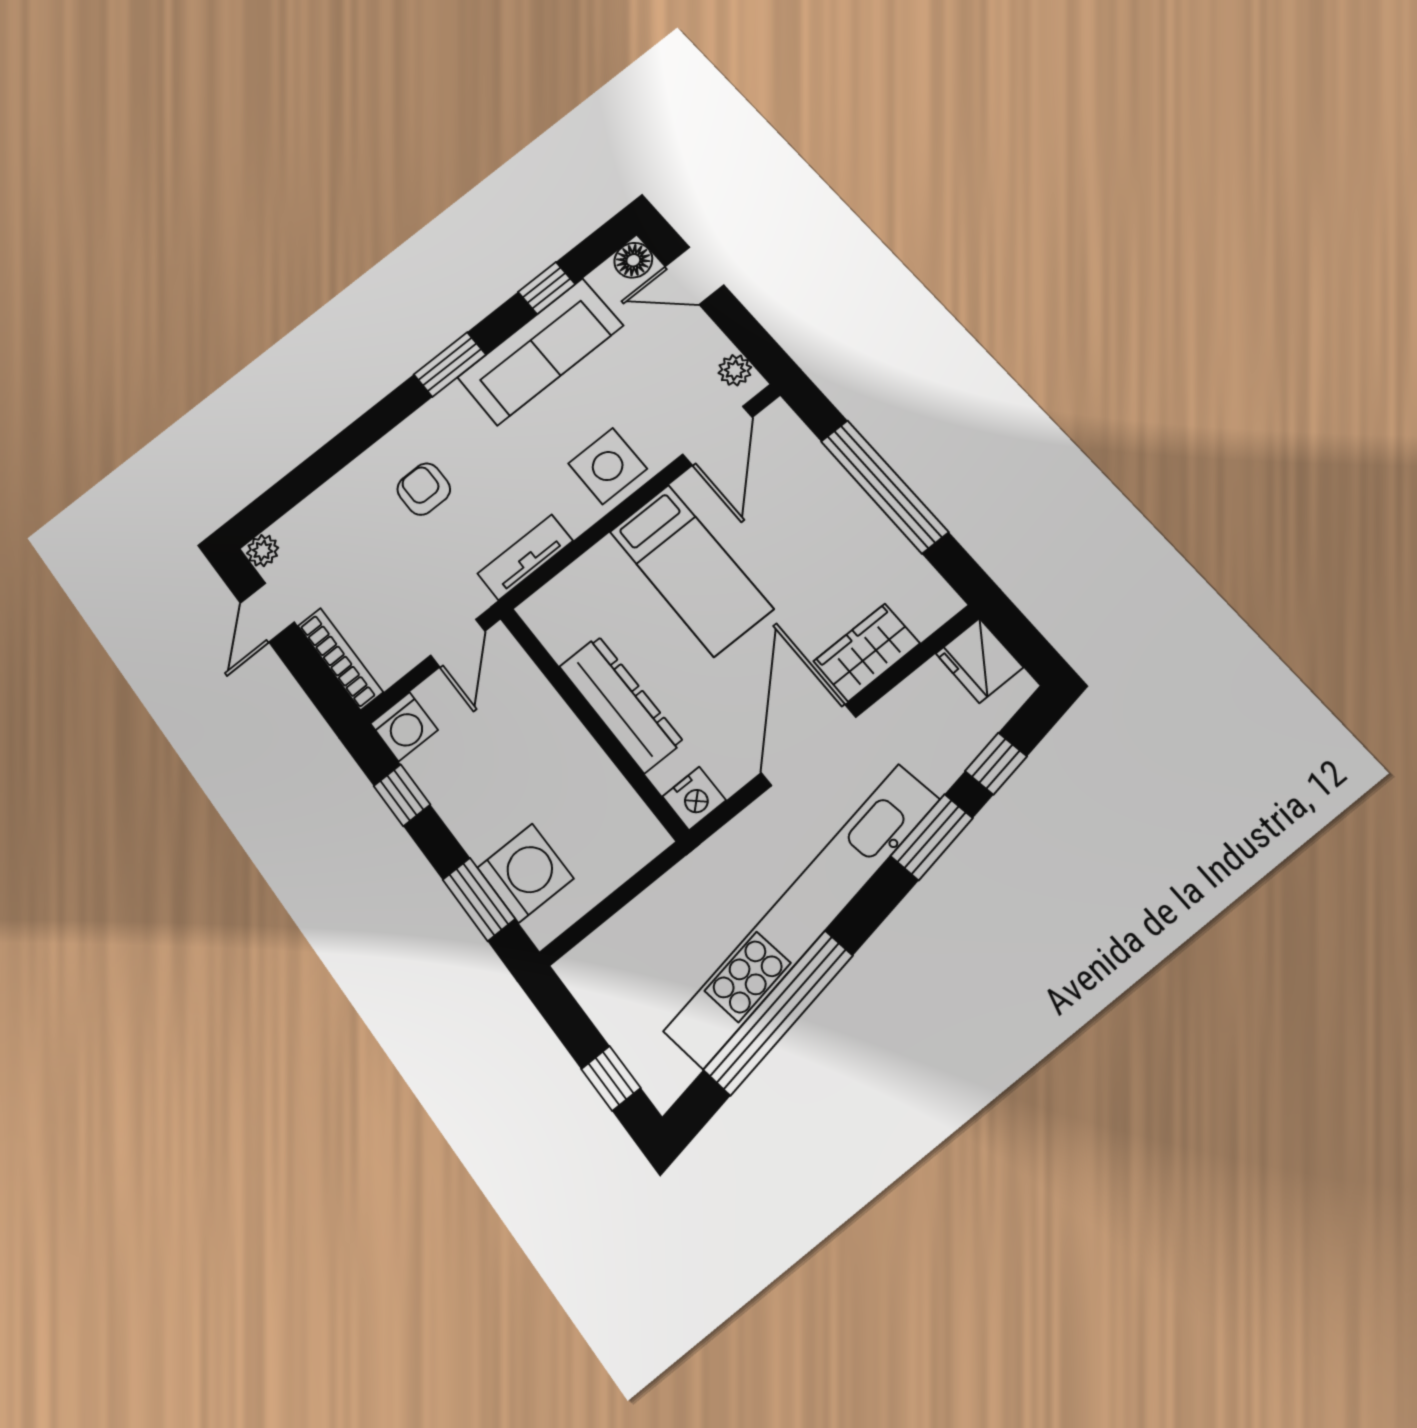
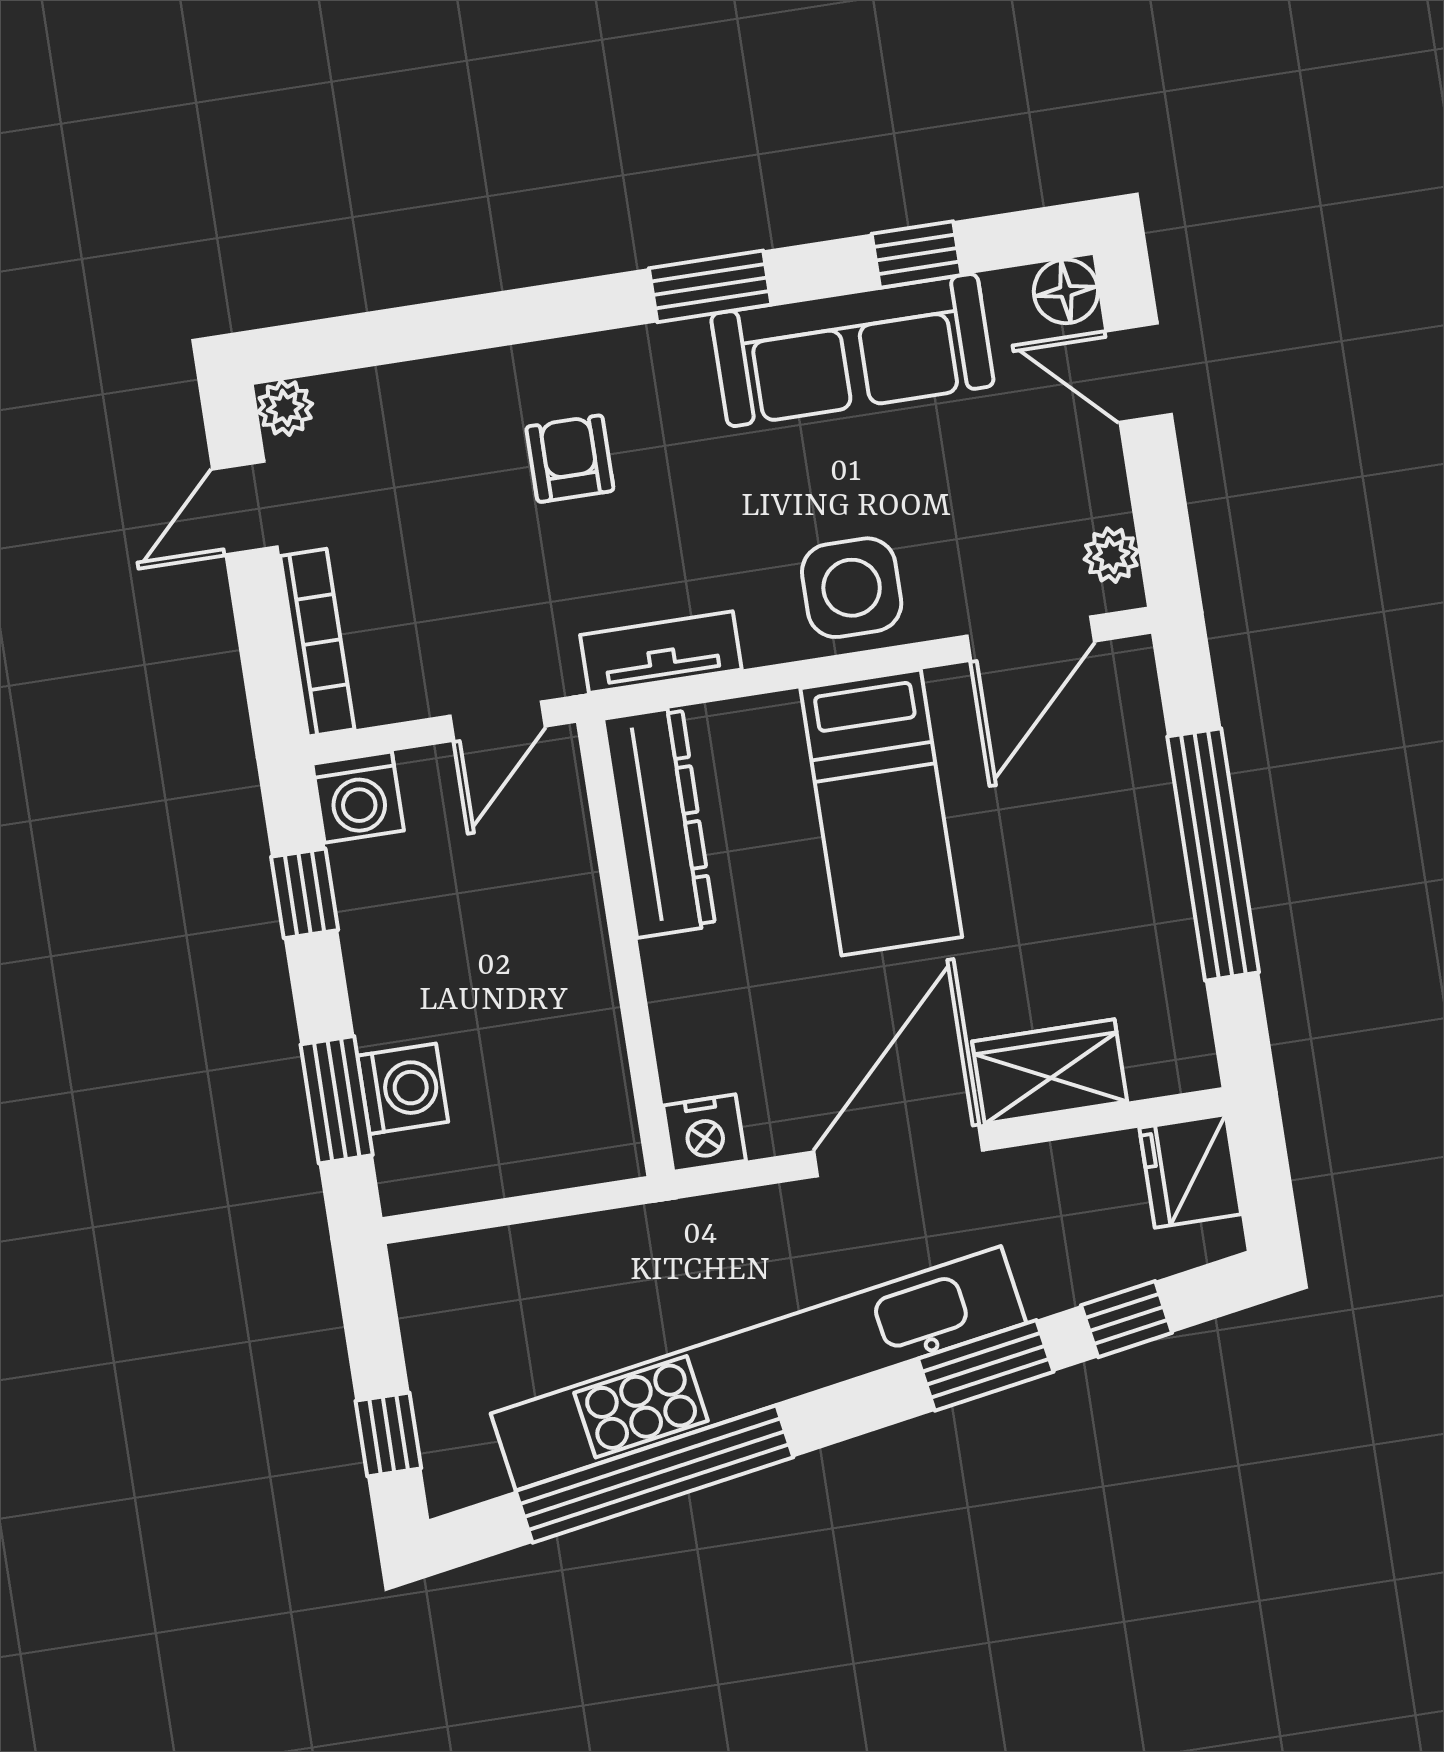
dresser: (621, 704) -> (659, 822), moved
washing machine: (525, 873) -> (403, 1089), width x0.73, depth x0.73

